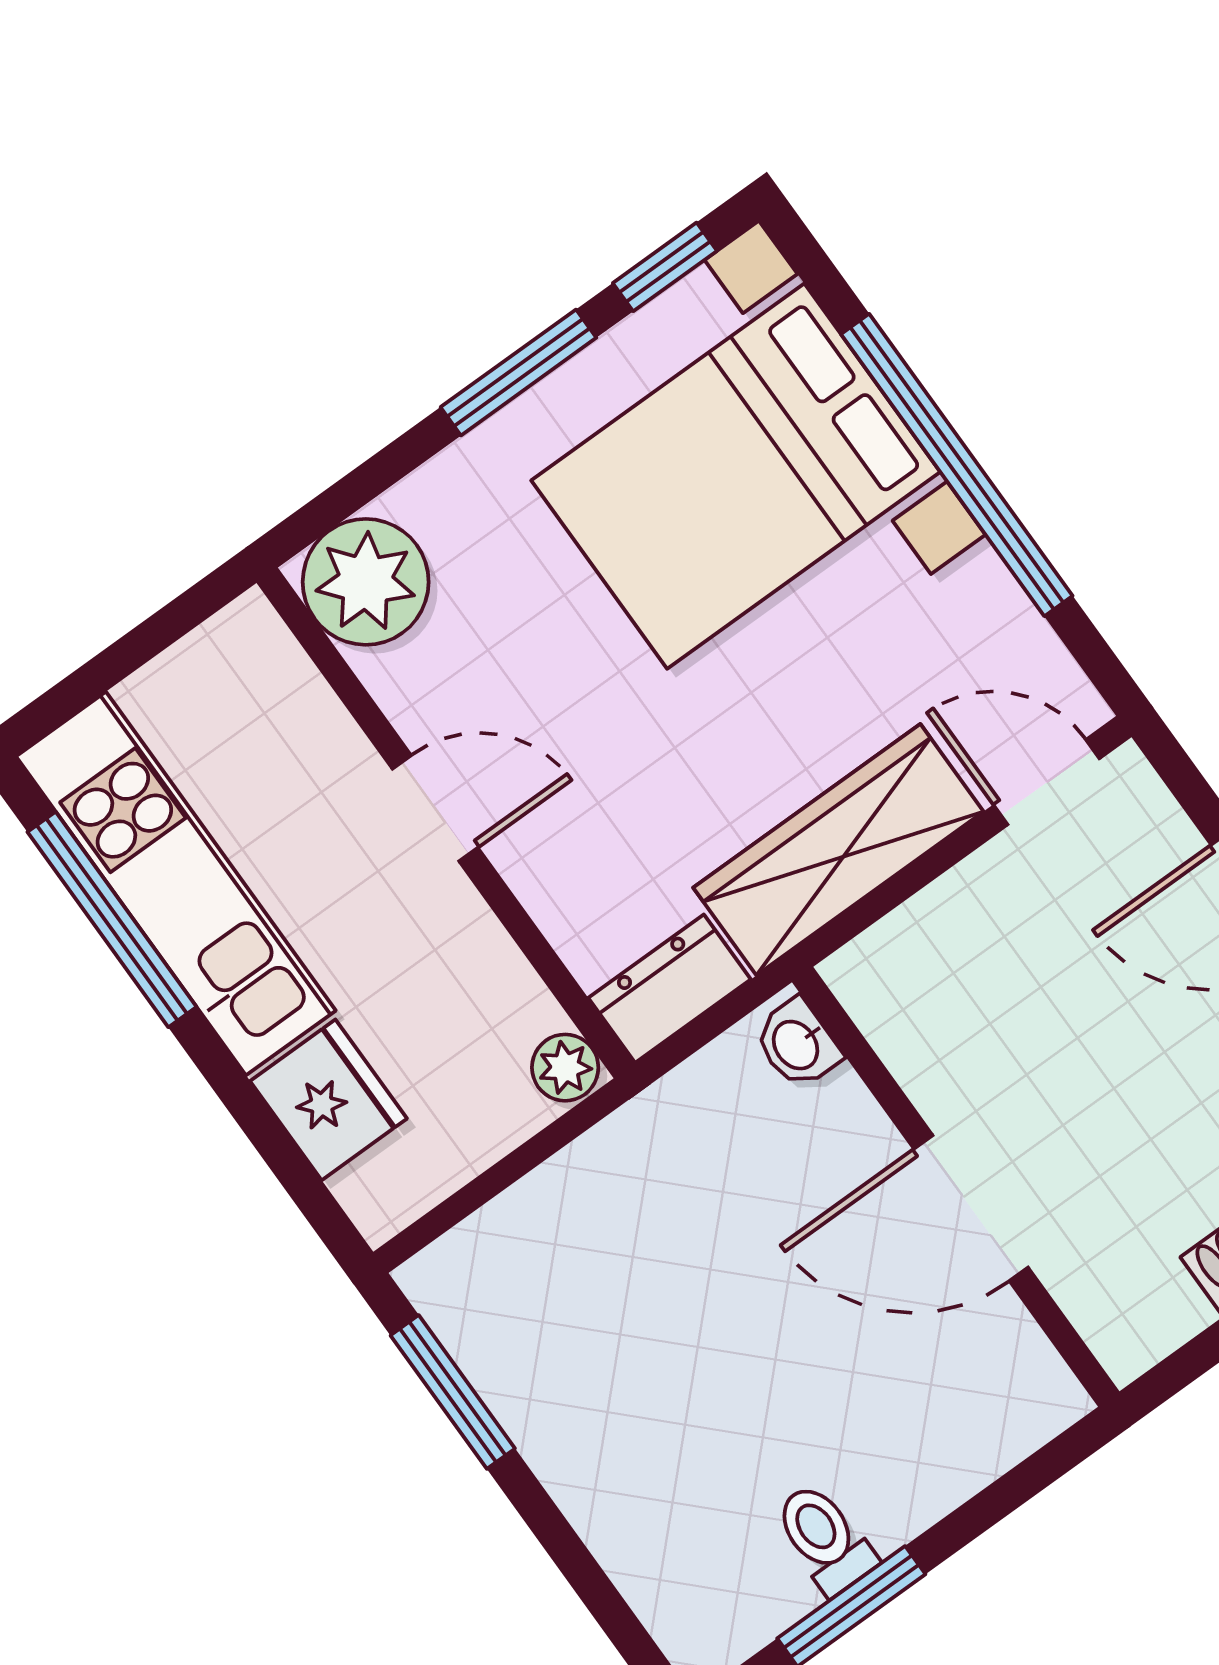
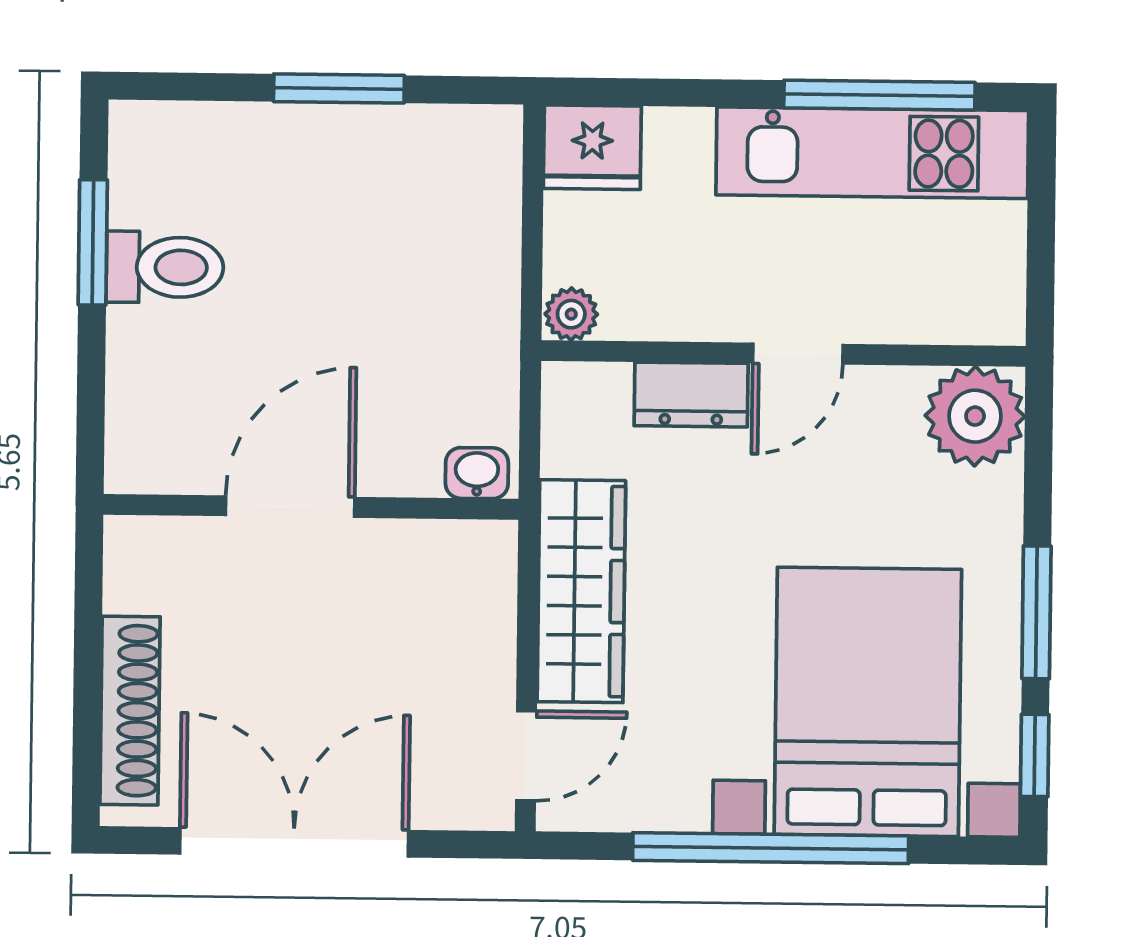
dresser: (669, 989) -> (691, 395), moved, turned 90
fridge: (329, 1100) -> (592, 147), moved
window: (453, 1392) -> (339, 88), moved
toilet: (825, 1538) -> (165, 267), width x1.37, depth x1.39

